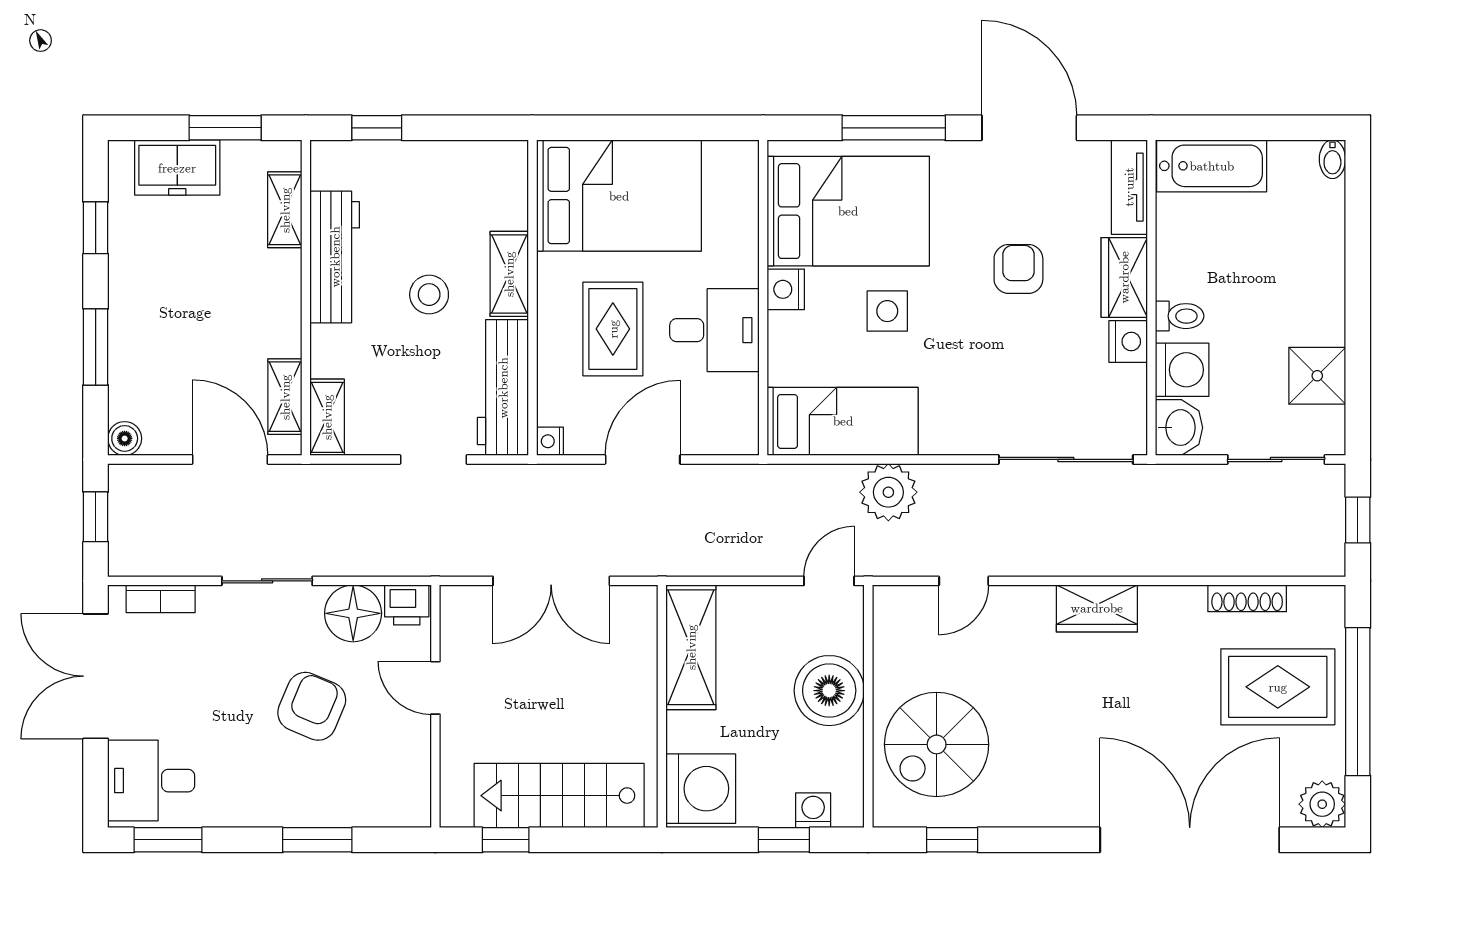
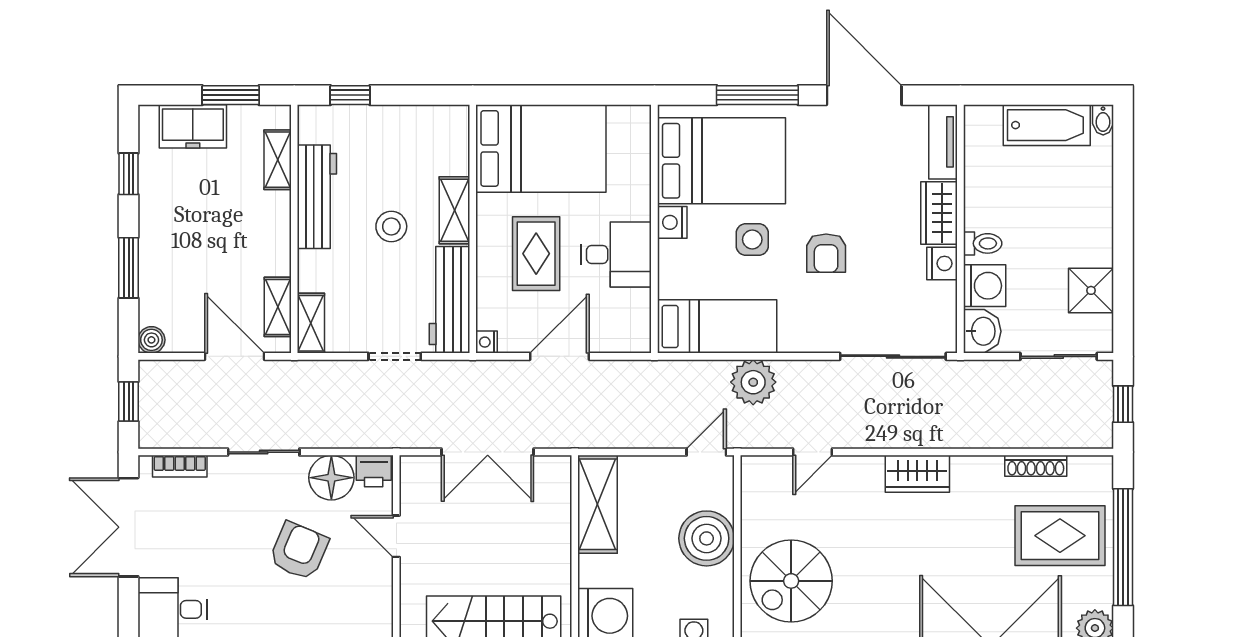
bathtub: (1212, 166) -> (1047, 125), moved
armchair: (1018, 269) -> (826, 253), moved, turned 180

